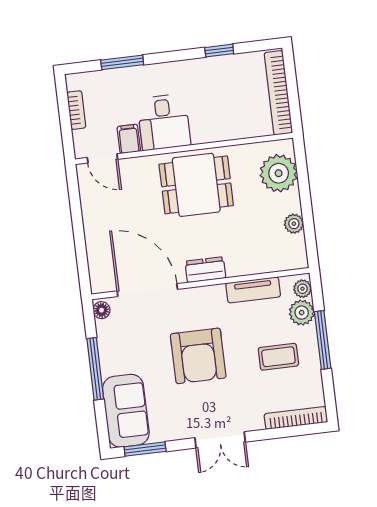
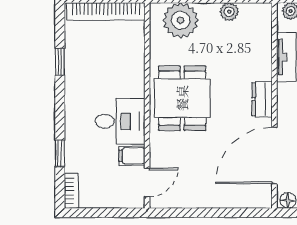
window: (122, 62) -> (60, 153), width x0.67
bookcase: (76, 110) -> (71, 191), moved, turned 90

